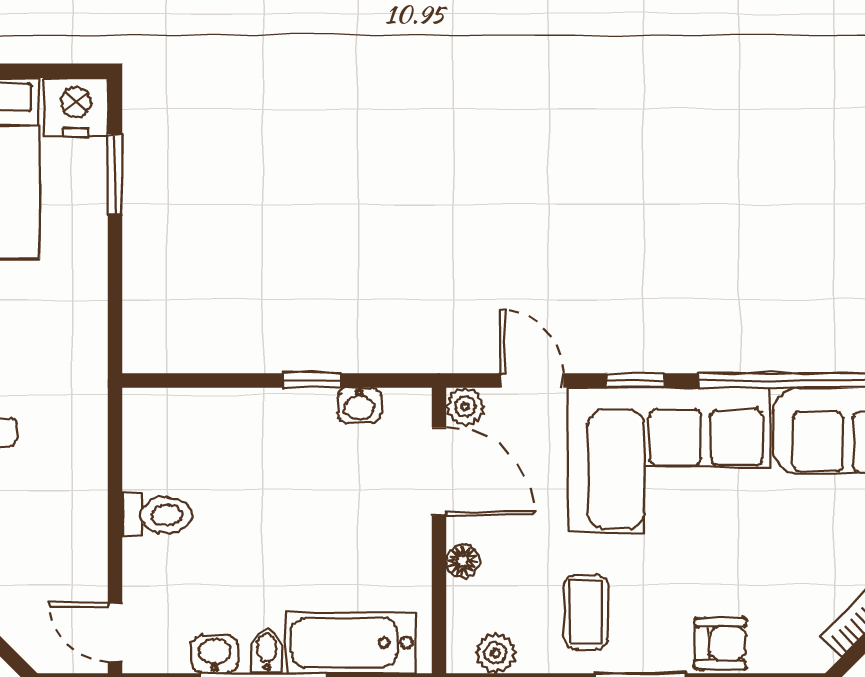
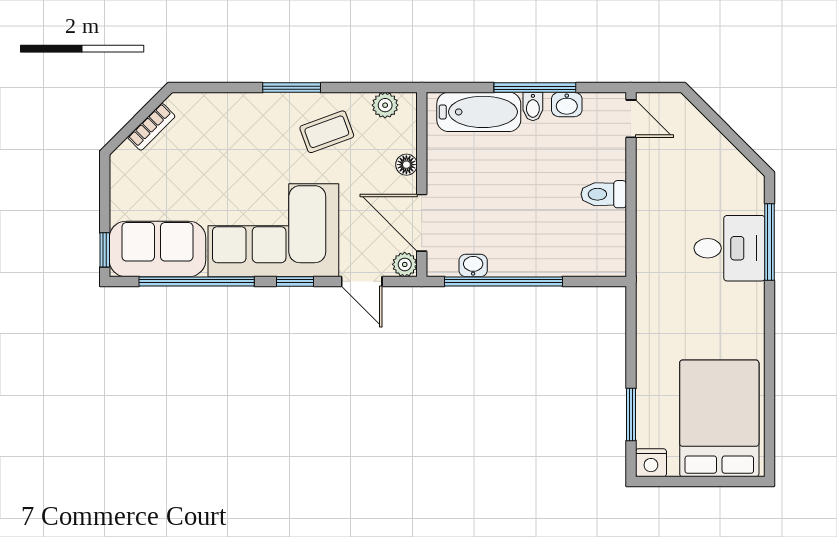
nightstand: (76, 107) -> (651, 463), width x0.74, depth x0.75
window: (312, 380) -> (503, 281), width x3.17
coffee table: (586, 612) -> (327, 132), turned 70
armchair: (720, 643) -> (240, 111), removed

